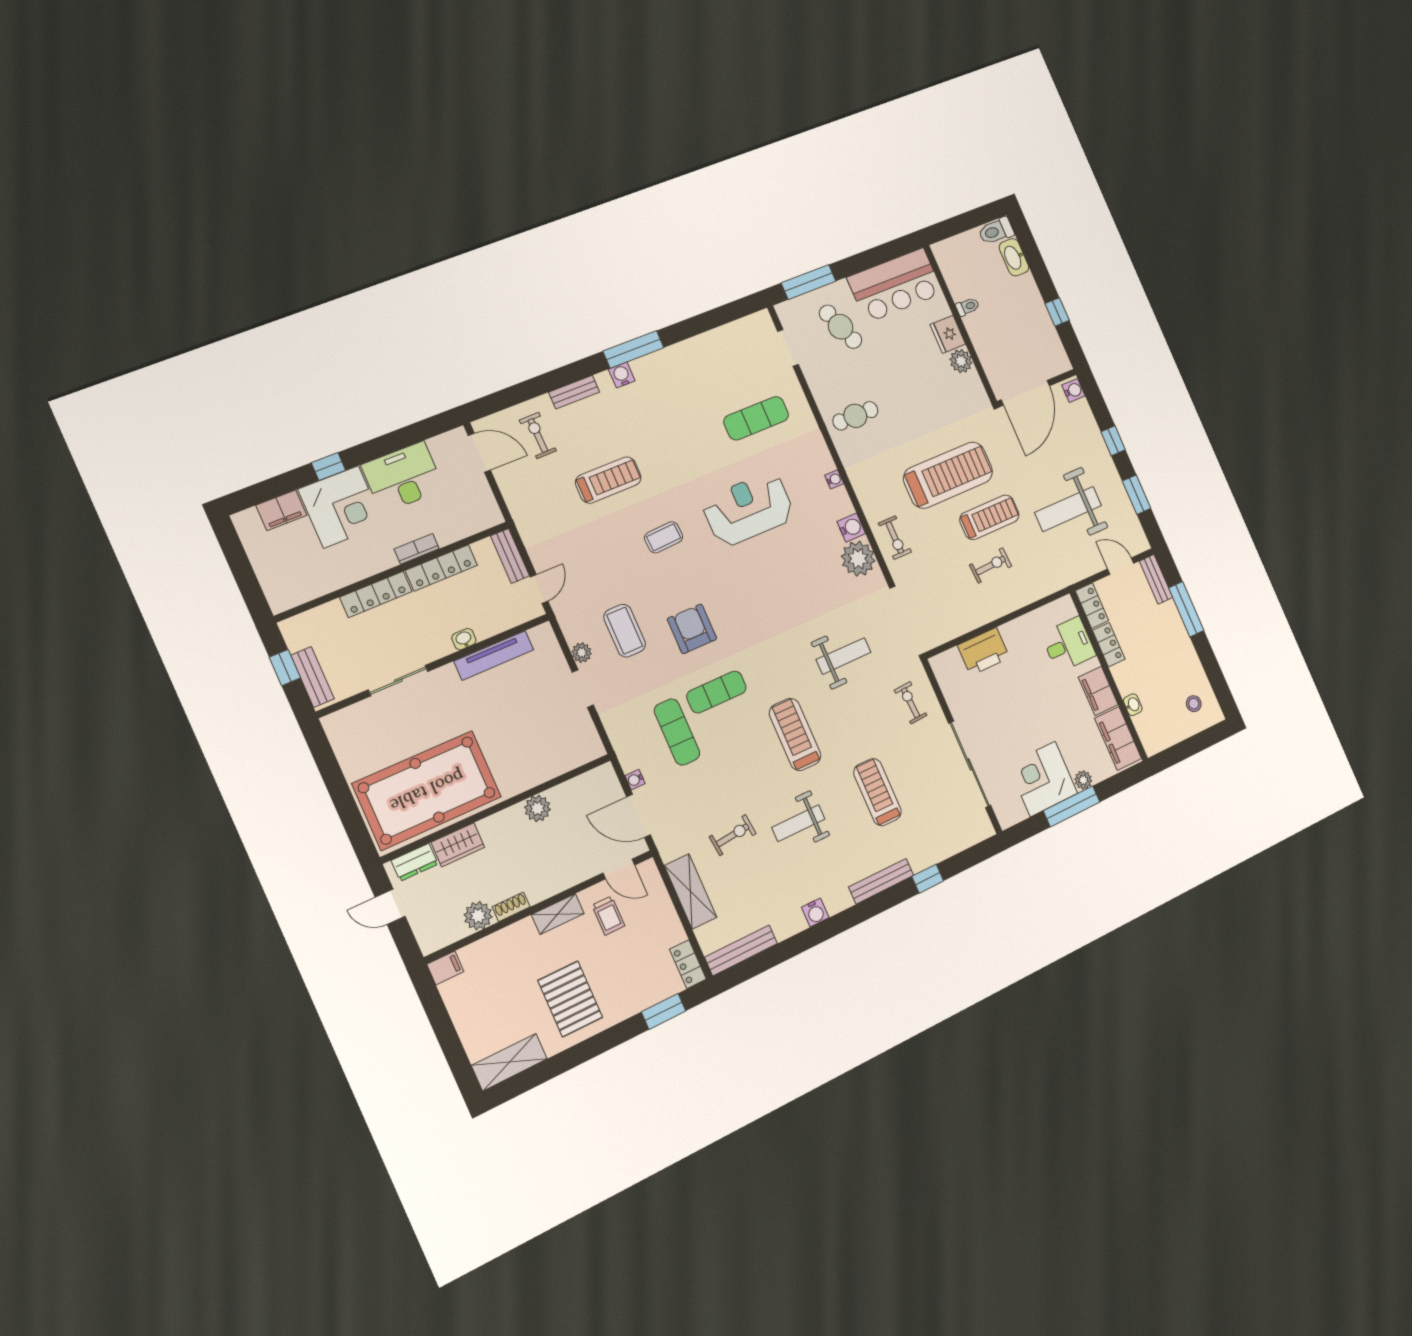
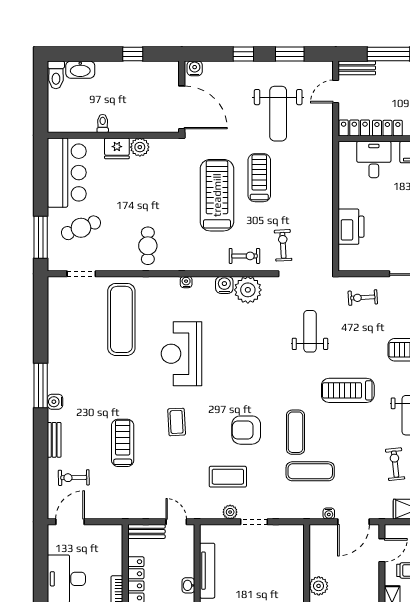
exercise mat: (756, 418) -> (121, 319), width x1.36, depth x1.45
exercise bike: (991, 565) -> (283, 245), moved

